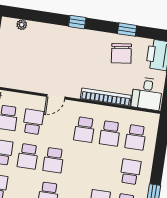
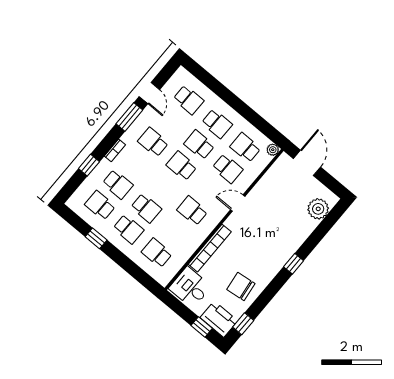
plant: (22, 25) -> (318, 209), width x1.87, depth x1.87
window: (127, 30) -> (243, 324), moved
door: (56, 97) -> (238, 203), hinge flipped
school desk: (110, 133) -> (146, 208), moved, turned 180

